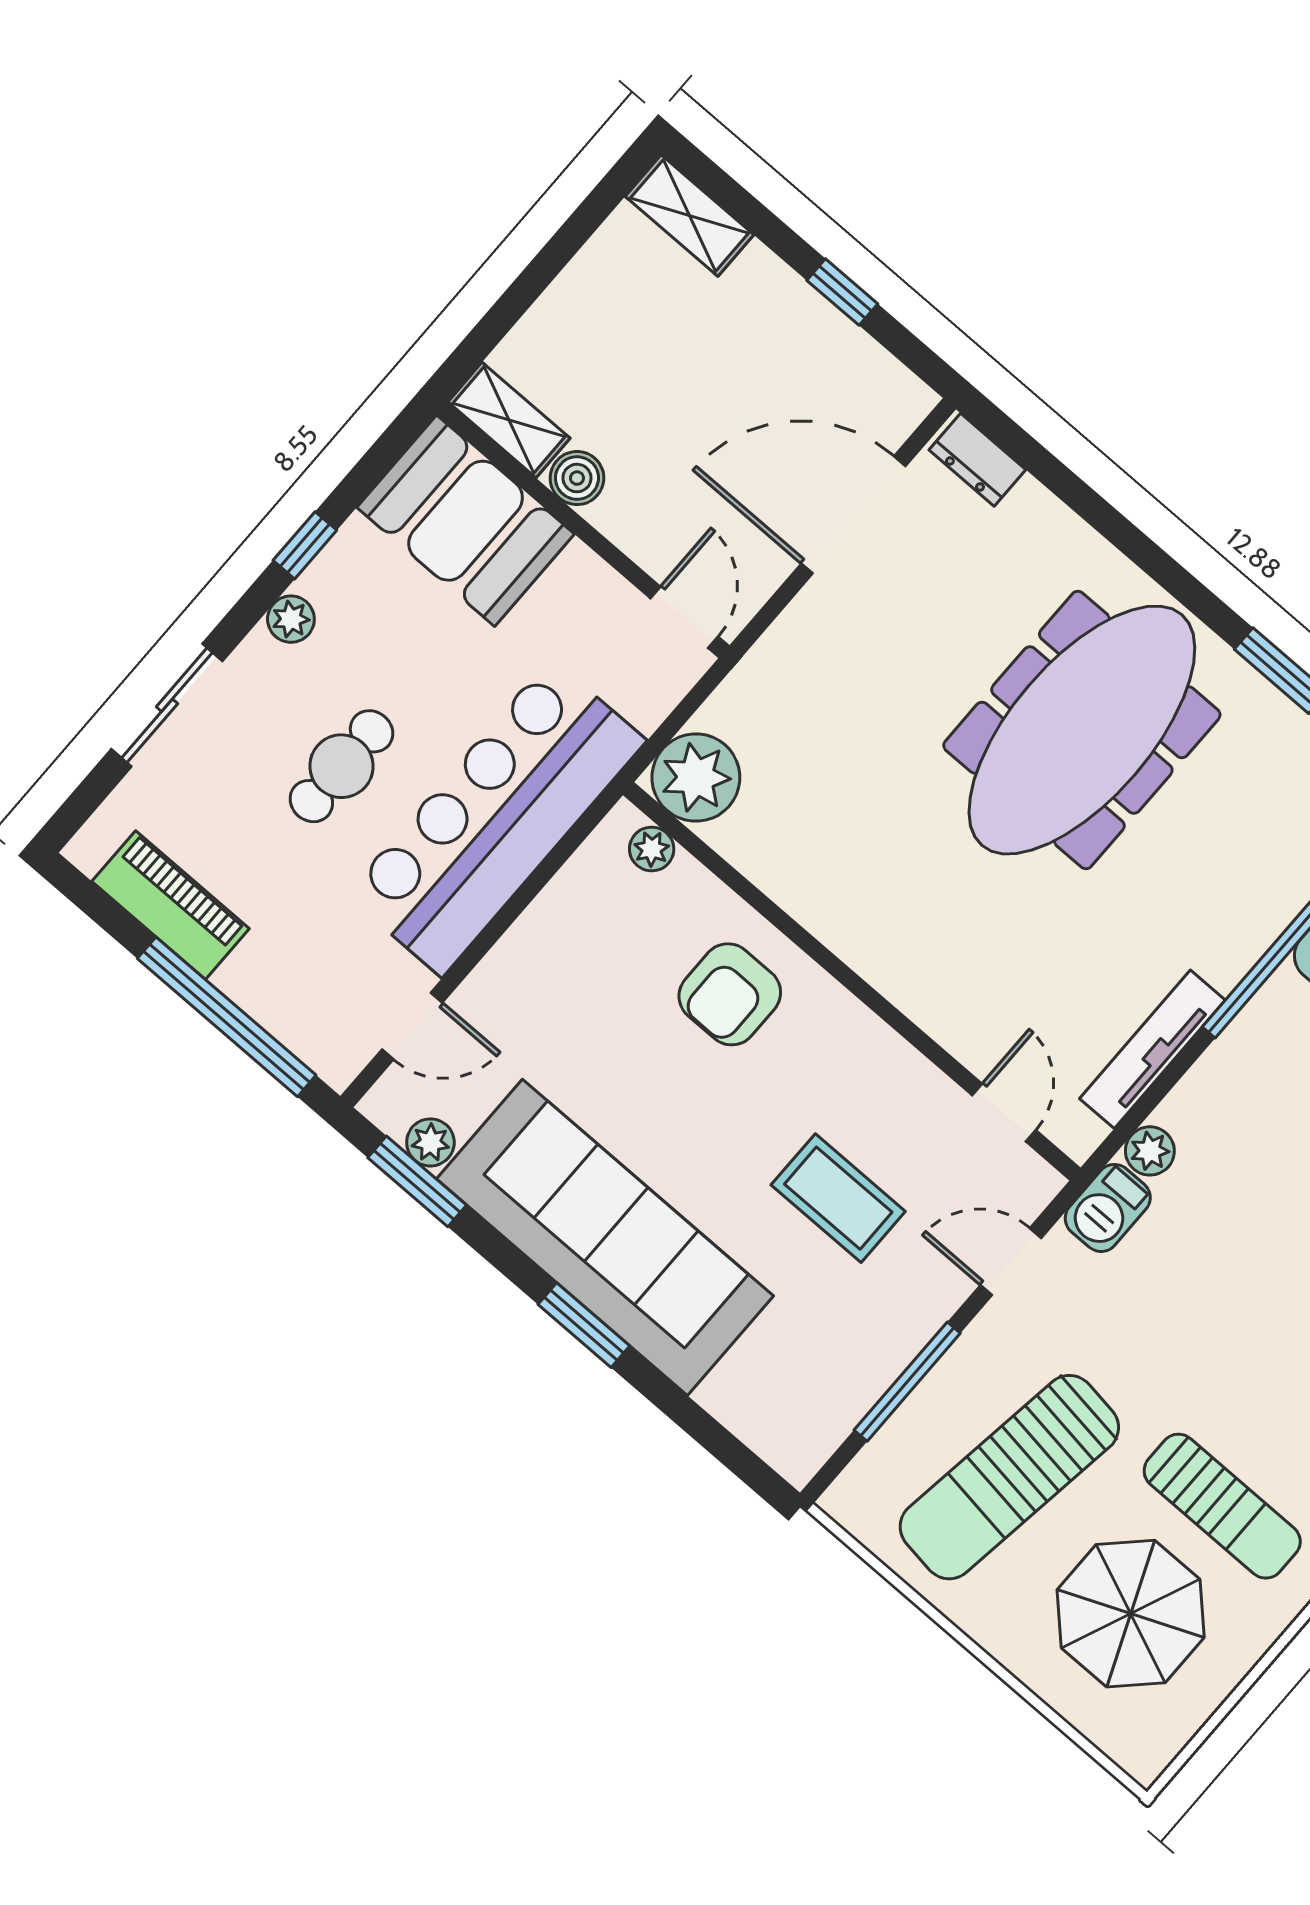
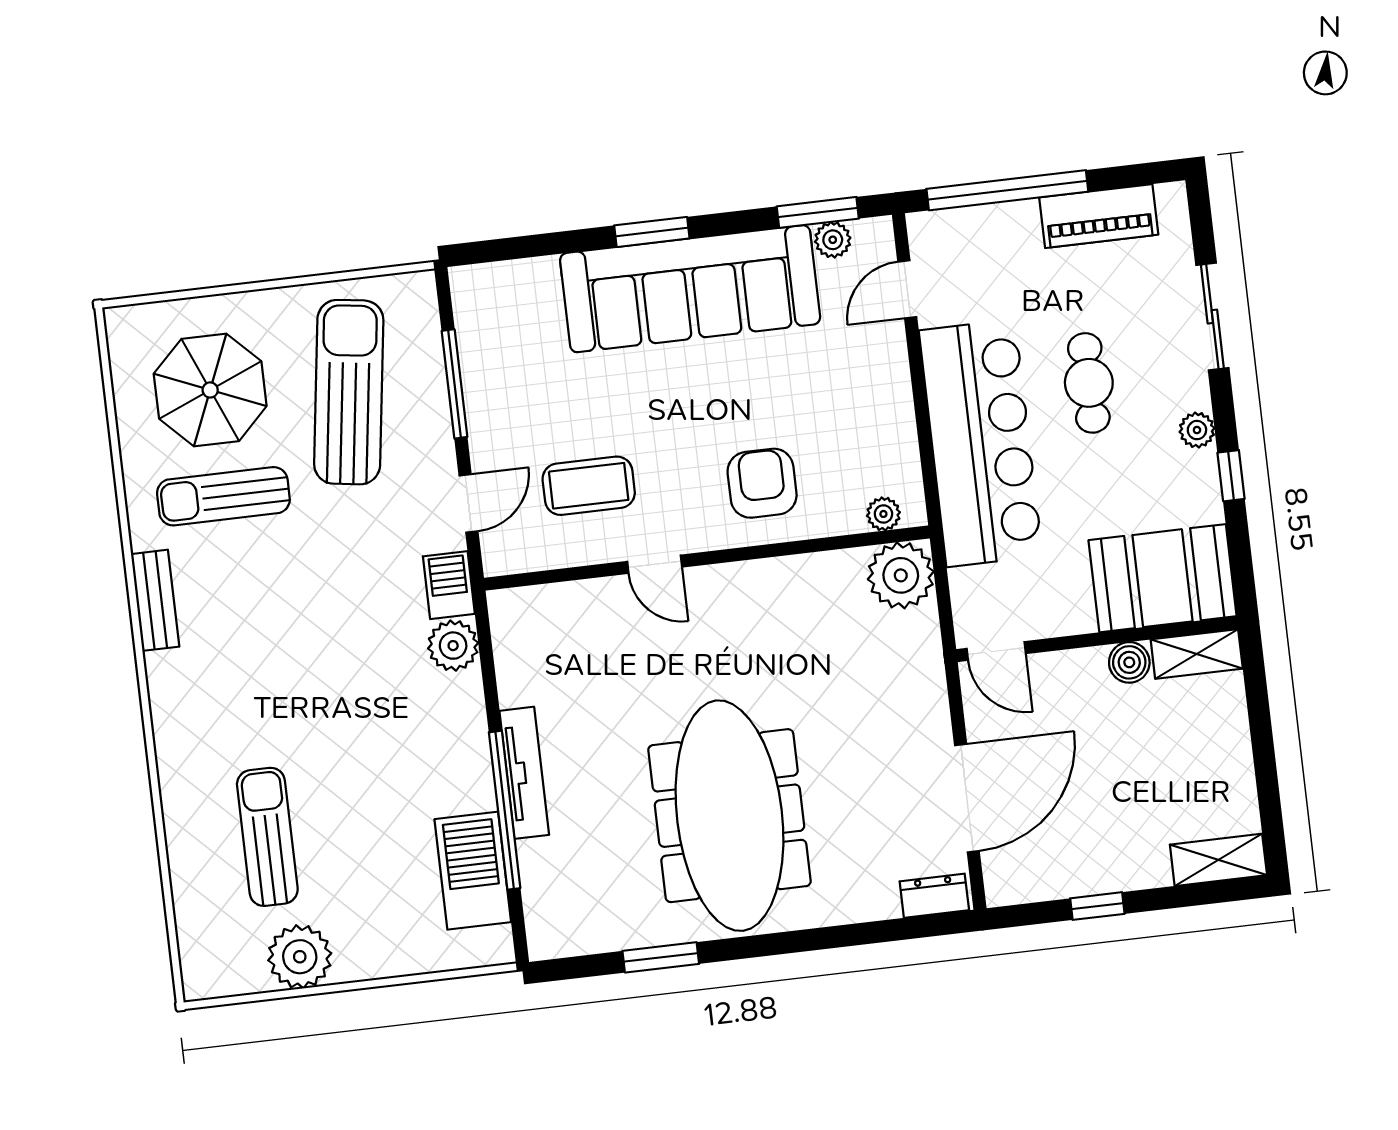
tv unit: (1152, 1049) -> (524, 773), moved
door: (1004, 1113) -> (655, 564), moved
plant: (1150, 1151) -> (453, 646), width x1.38, depth x1.38
coffee table: (838, 1198) -> (589, 486), moved

